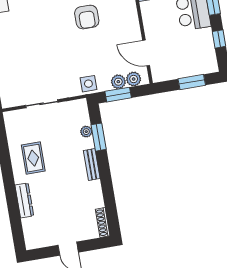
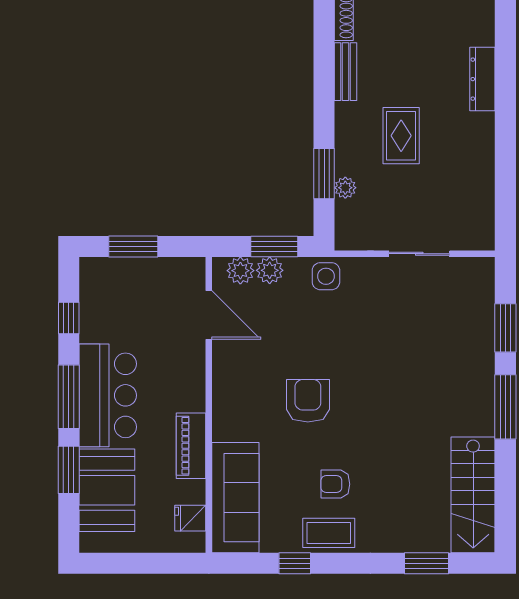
rug: (33, 158) -> (401, 136), moved
bench: (92, 164) -> (346, 72), moved

